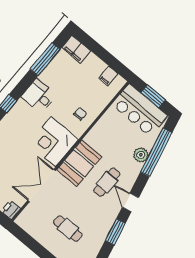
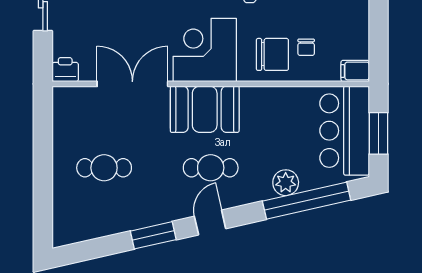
filing cabinet: (108, 76) -> (355, 71), moved
chair: (89, 96) -> (306, 47), added
chair: (80, 114) -> (272, 54), width x1.87, depth x1.87
cafe table: (68, 229) -> (104, 168), turned 90

